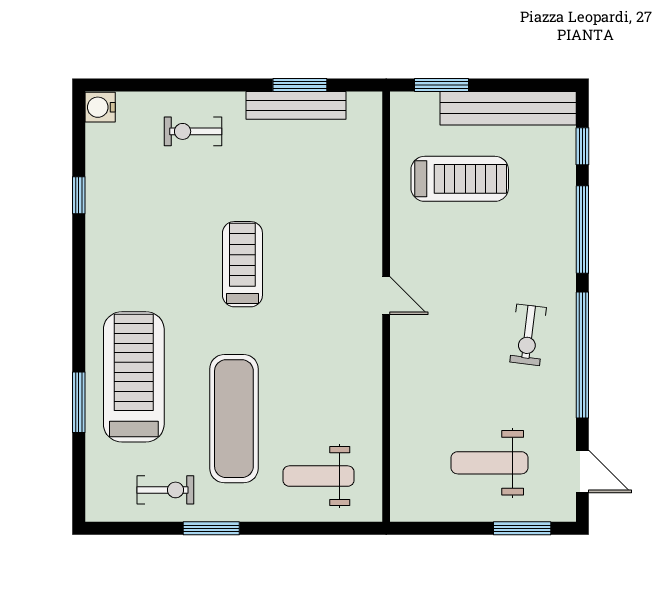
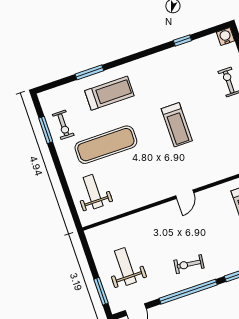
treadmill: (242, 264) -> (177, 125), turned 90
treadmill: (134, 377) -> (109, 93), width x0.73, depth x0.73
window: (211, 528) -> (46, 130), moved

